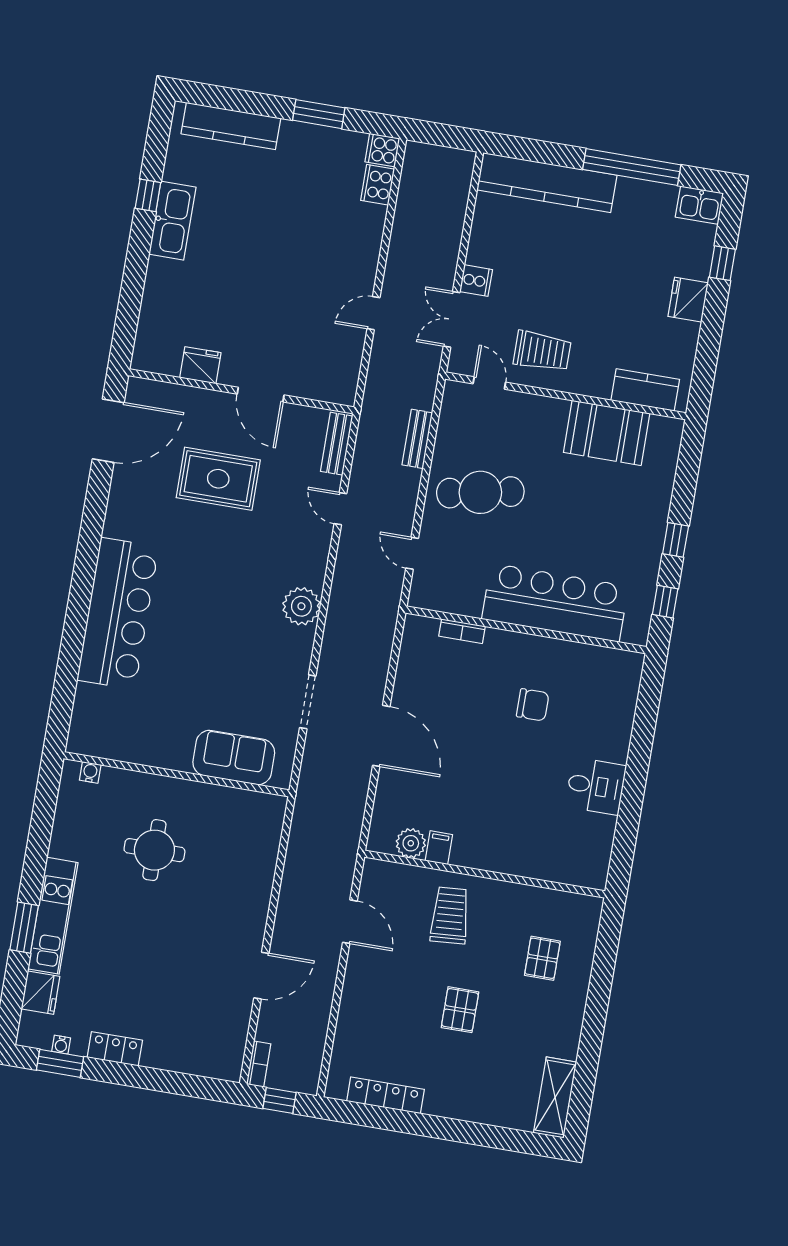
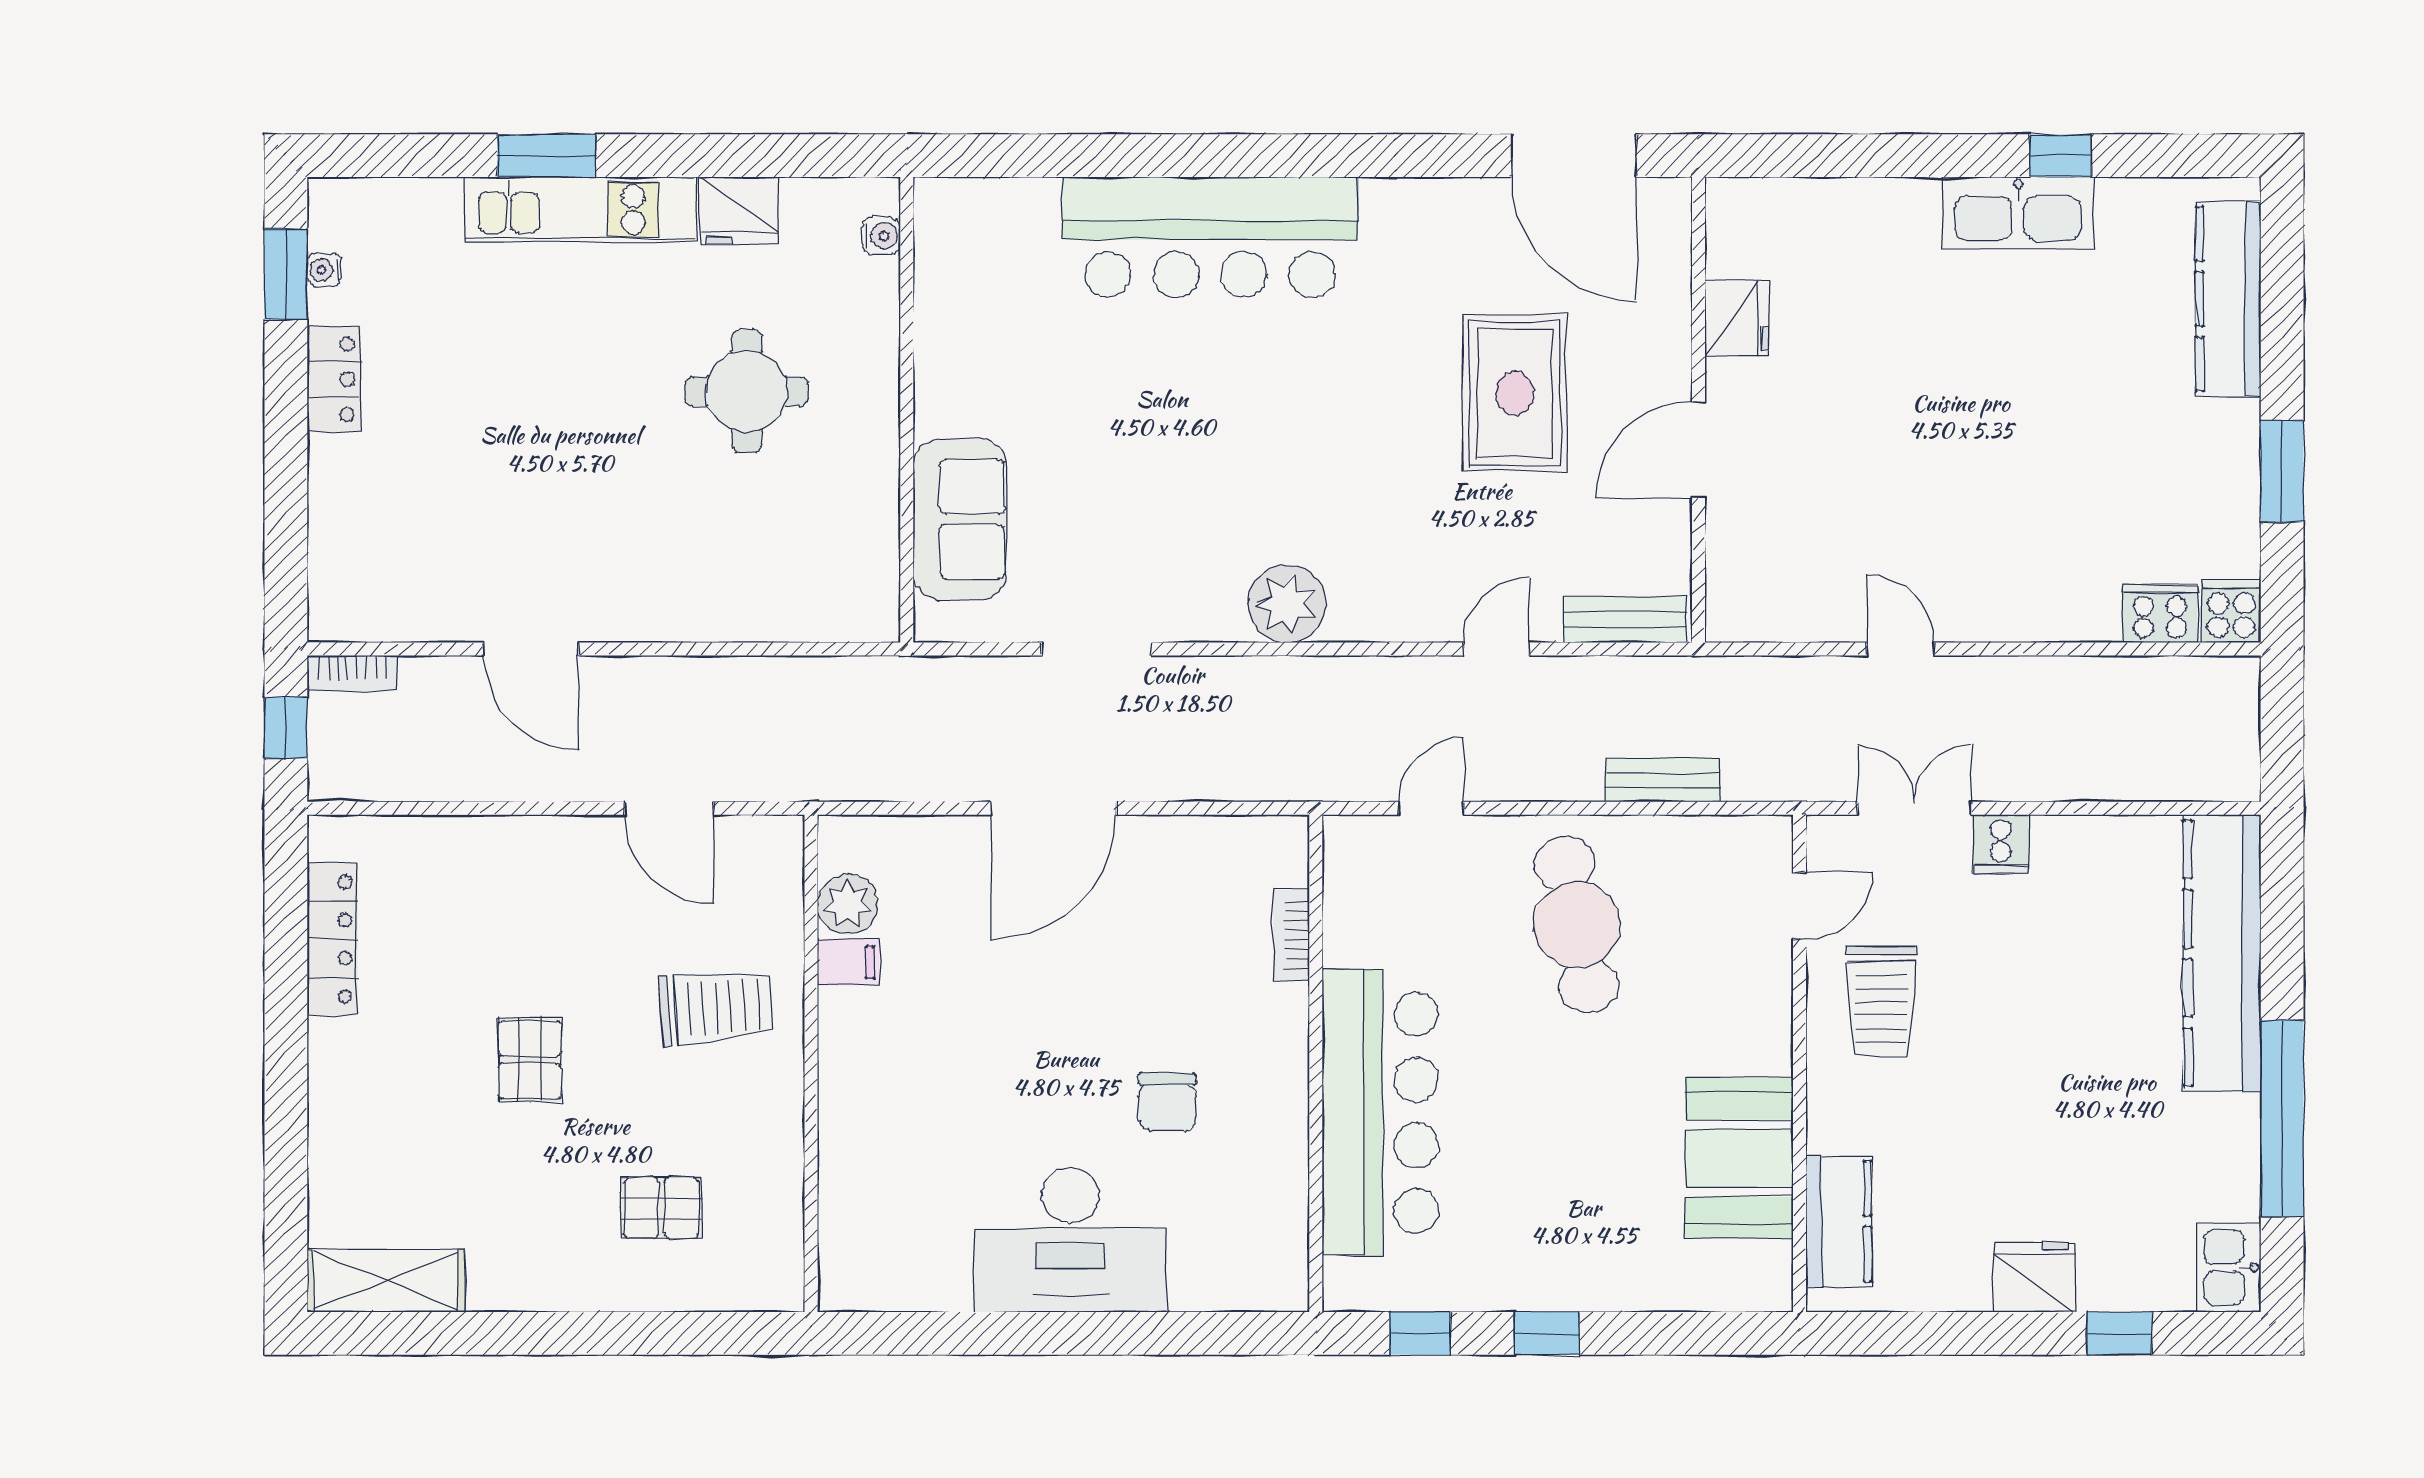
desk: (596, 786) -> (1070, 1240), width x1.87, depth x1.30
door: (350, 922) -> (669, 808), hinge flipped
fridge: (40, 993) -> (739, 211), moved
pallet: (460, 1010) -> (530, 1060), turned 90

